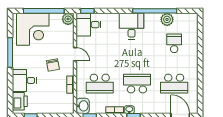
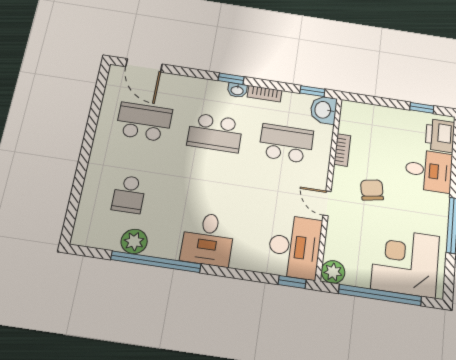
desk: (88, 25) -> (295, 247), width x1.37

